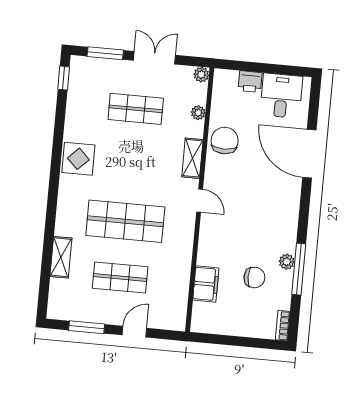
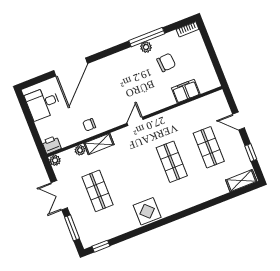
printer: (250, 82) -> (52, 145), moved, turned -90
chair: (225, 141) -> (89, 125), width x0.54, depth x0.54
shelving: (192, 158) -> (99, 144), moved
shop shelf: (125, 221) -> (172, 162), width x0.70, depth x0.74
shelving: (61, 257) -> (241, 181), moved
chair: (254, 277) -> (166, 62), turned 86
window: (87, 327) -> (251, 153), width x0.67

